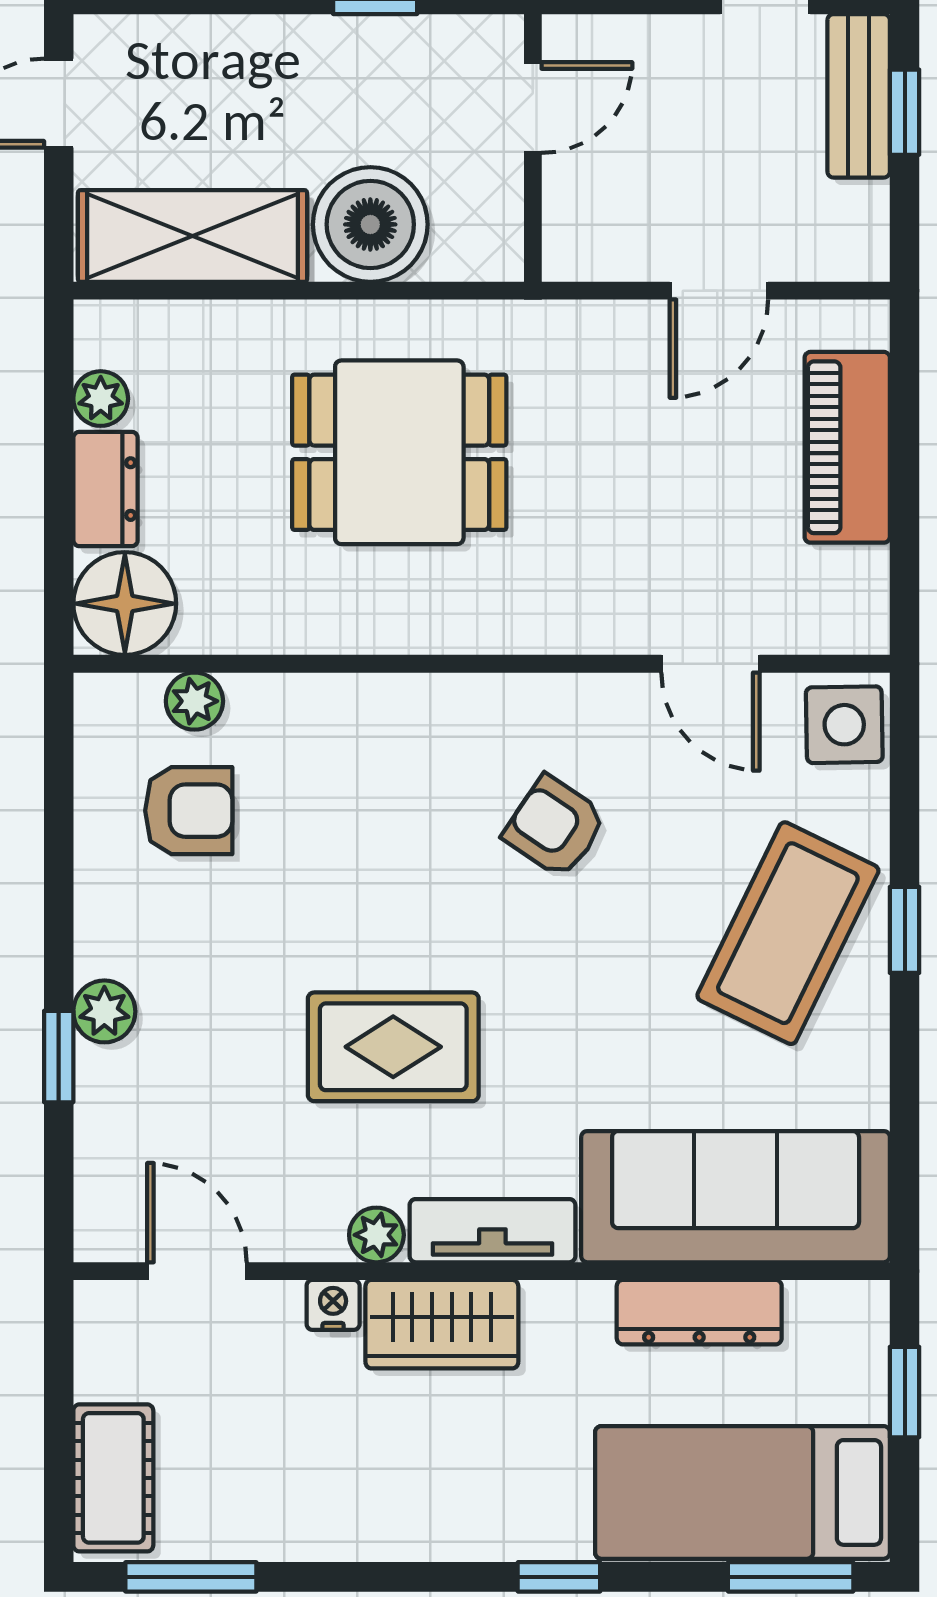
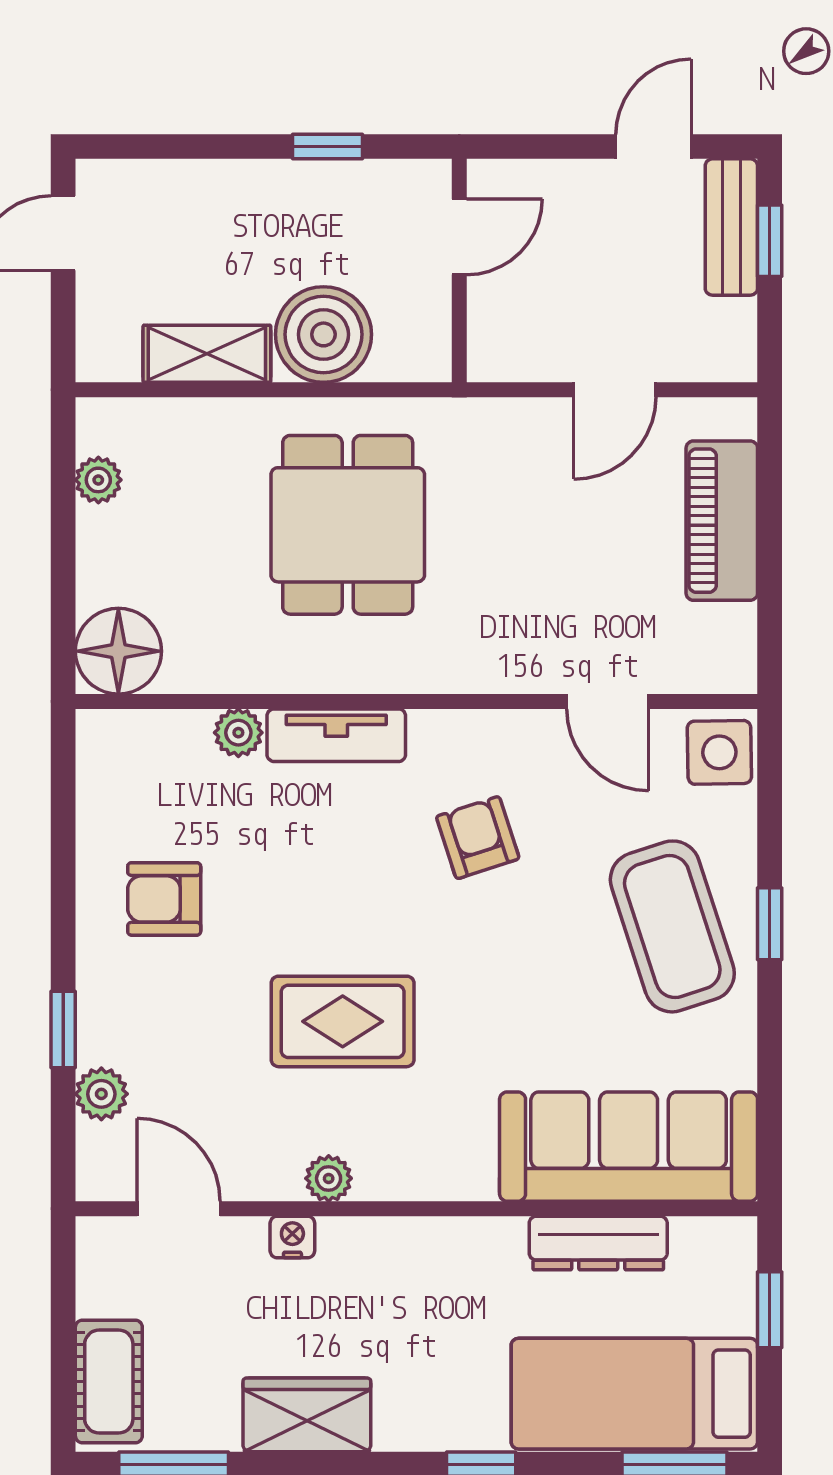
shelving: (193, 236) -> (207, 354), width x0.67, depth x0.75
dining table: (399, 452) -> (348, 525), turned 90
dresser: (106, 489) -> (102, 555), removed
plant: (194, 701) -> (238, 733), moved
armchair: (189, 811) -> (164, 899), moved, turned 180
armchair: (555, 827) -> (478, 838), turned 38
coffee table: (788, 933) -> (672, 926), turned -44
plant: (104, 1011) -> (101, 1094), moved
tv unit: (492, 1231) -> (336, 735), moved, turned 180
wardrobe: (442, 1324) -> (307, 1415), moved, turned 180

